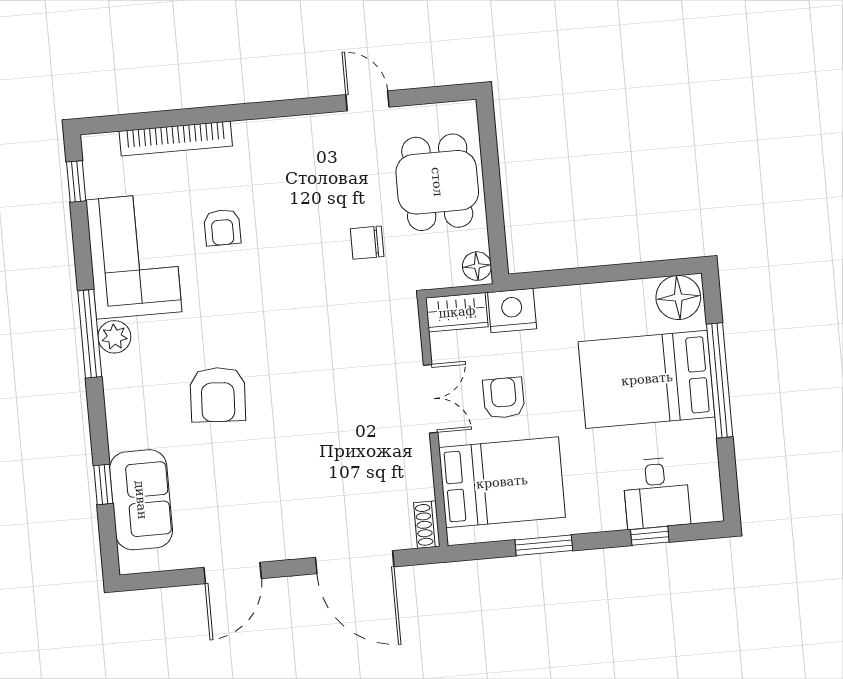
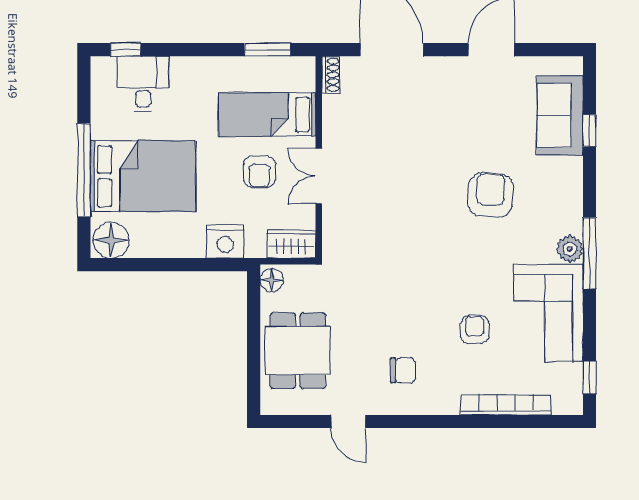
chair: (367, 243) -> (403, 370), moved
nightstand: (512, 310) -> (225, 242), moved
bed: (502, 482) -> (267, 114), width x0.67
window: (650, 536) -> (126, 50), moved
window: (544, 545) -> (268, 50), moved

